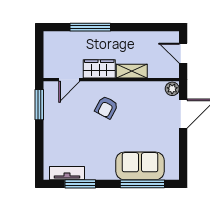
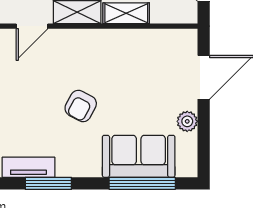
plant: (172, 89) -> (187, 121), moved
armchair: (106, 107) -> (81, 106), moved

